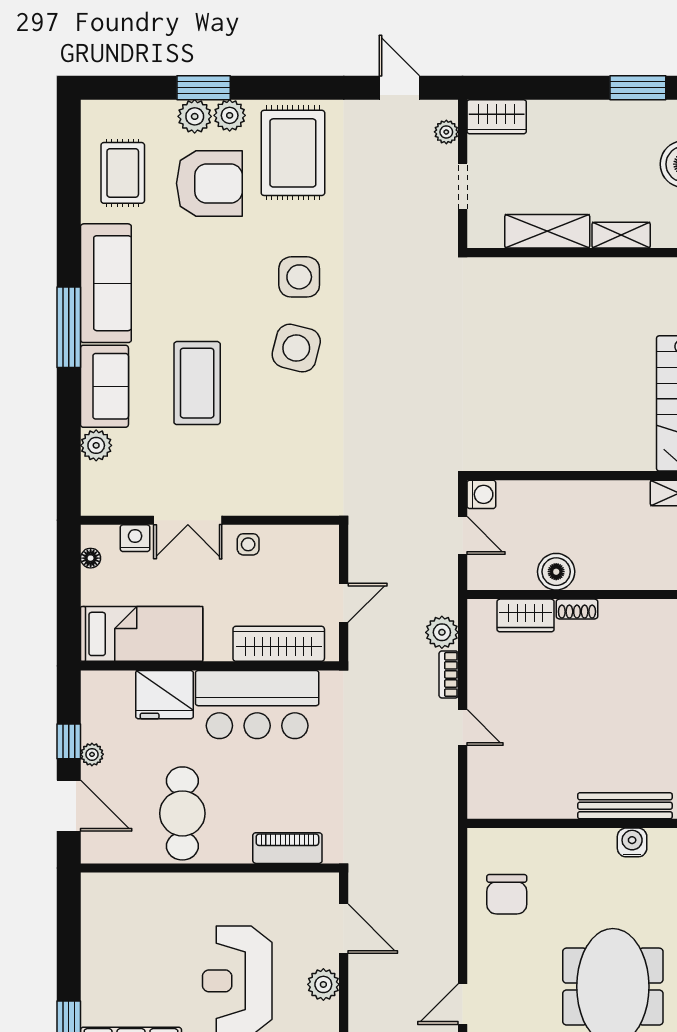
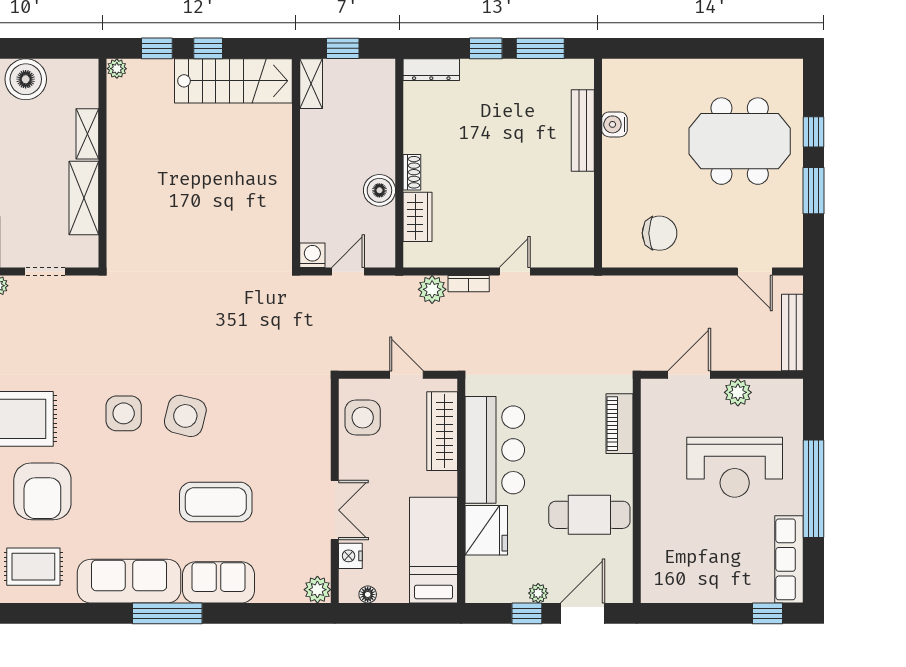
armchair: (209, 183) -> (42, 491), turned 180
plant: (96, 445) -> (317, 590), moved
side table: (248, 544) -> (363, 417), moved, width x1.87, depth x1.87

